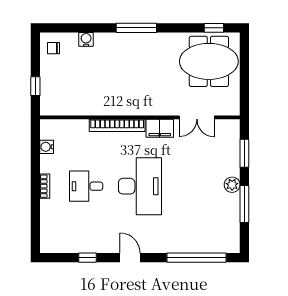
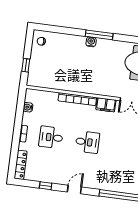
water cooler: (86, 39) -> (91, 42), moved
desk: (140, 186) -> (87, 142), width x0.53, depth x0.77
locker: (47, 232) -> (21, 165), added
door: (130, 258) -> (74, 189), hinge flipped

